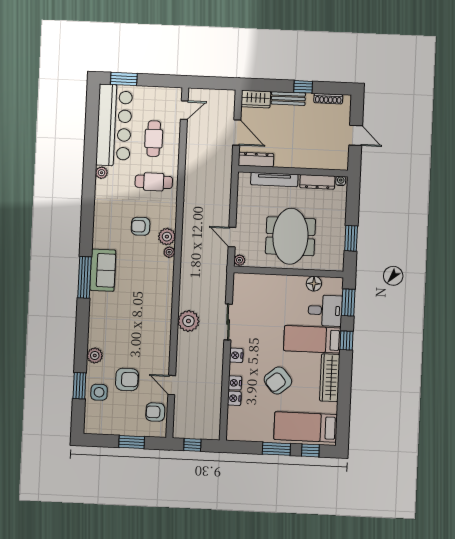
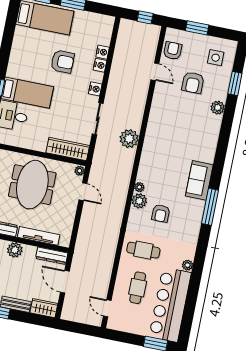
door: (184, 110) -> (107, 308), hinge flipped
plant: (299, 160) -> (15, 250), added
armchair: (141, 226) -> (161, 213), turned 90
window: (85, 277) -> (210, 207), moved
floor lamp: (314, 284) -> (18, 140), removed
plant: (188, 321) -> (129, 139), moved
wardrobe: (330, 378) -> (68, 149), moved, turned -90
armchair: (127, 379) -> (193, 83), turned -90
armchair: (278, 380) -> (62, 62), turned 40
side table: (99, 392) -> (216, 58), moved
armchair: (155, 412) -> (173, 51), turned -90

